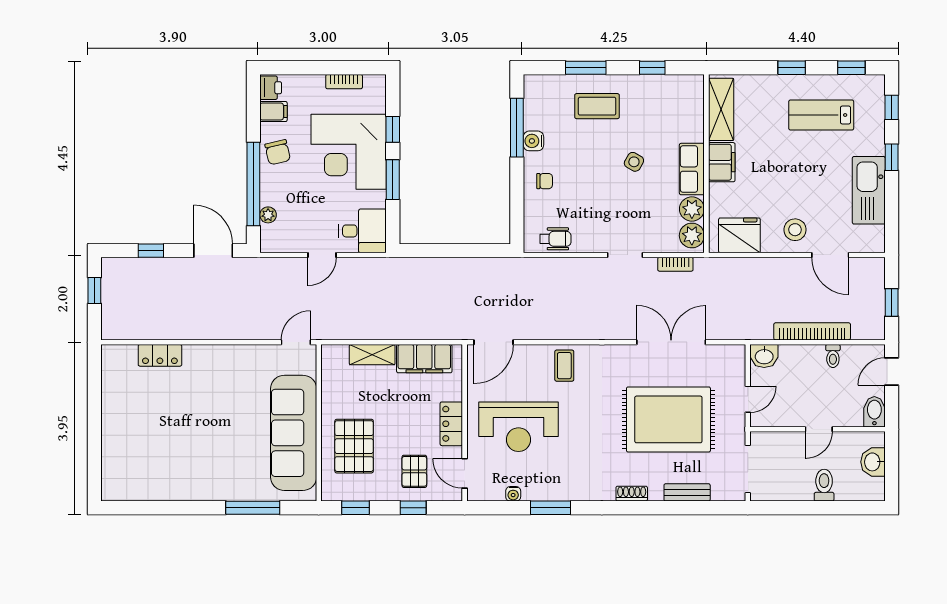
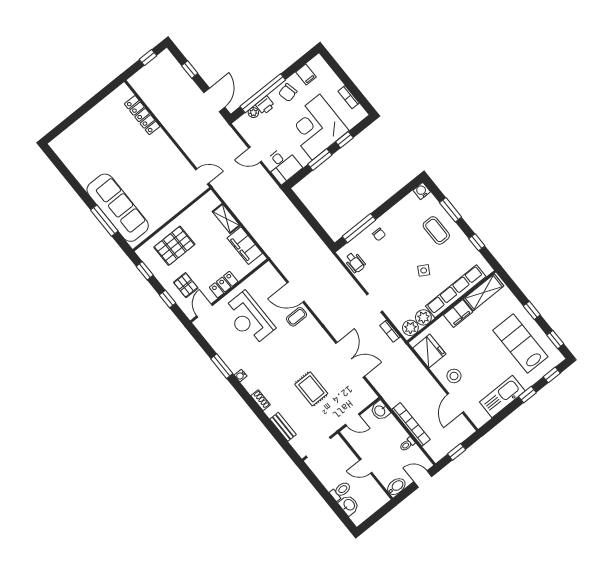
printer: (271, 88) -> (265, 105), moved
lab bench: (821, 115) -> (520, 344), width x1.36, depth x1.39
window: (517, 128) -> (359, 228), moved
water cooler: (533, 141) -> (422, 191), moved
row of seats: (692, 169) -> (456, 291), width x2.02
door: (494, 342) -> (296, 292), moved
locker: (160, 355) -> (142, 115), width x1.53
rug: (668, 419) -> (311, 389), width x0.54, depth x0.49
sofa: (294, 433) -> (118, 208), moved, turned 90
washbasin: (873, 462) -> (349, 505), moved, turned 90
pallet: (414, 471) -> (186, 285), turned 90
water cooler: (513, 494) -> (241, 376), moved

